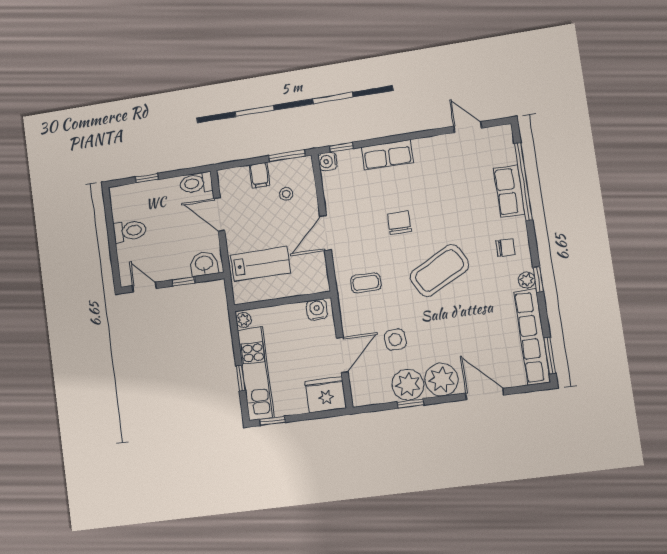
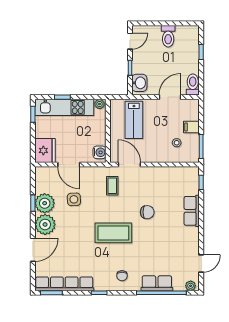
water cooler: (328, 161) -> (193, 172), removed
door: (325, 233) -> (129, 165), moved
coffee table: (439, 271) -> (113, 233), turned -62
plant: (527, 280) -> (191, 286), moved

